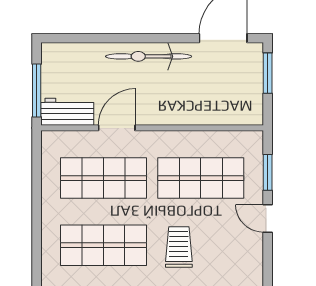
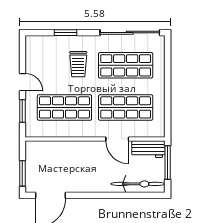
bicycle: (149, 56) -> (138, 184), moved
door: (117, 128) -> (117, 139), hinge flipped

